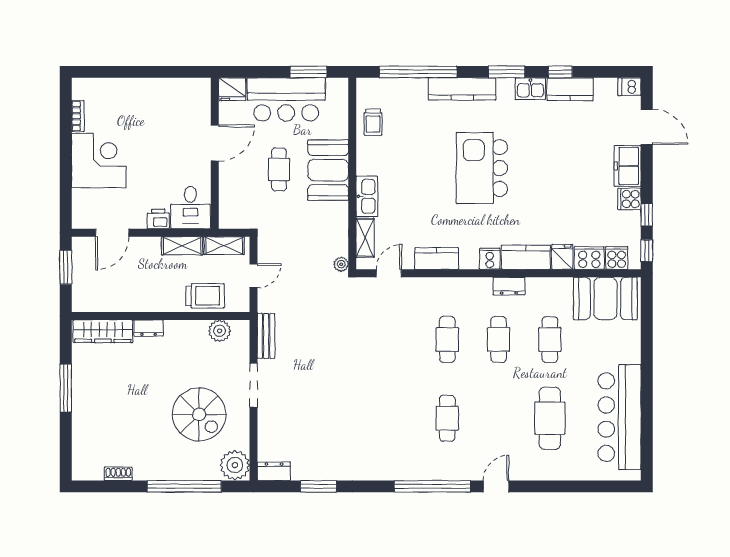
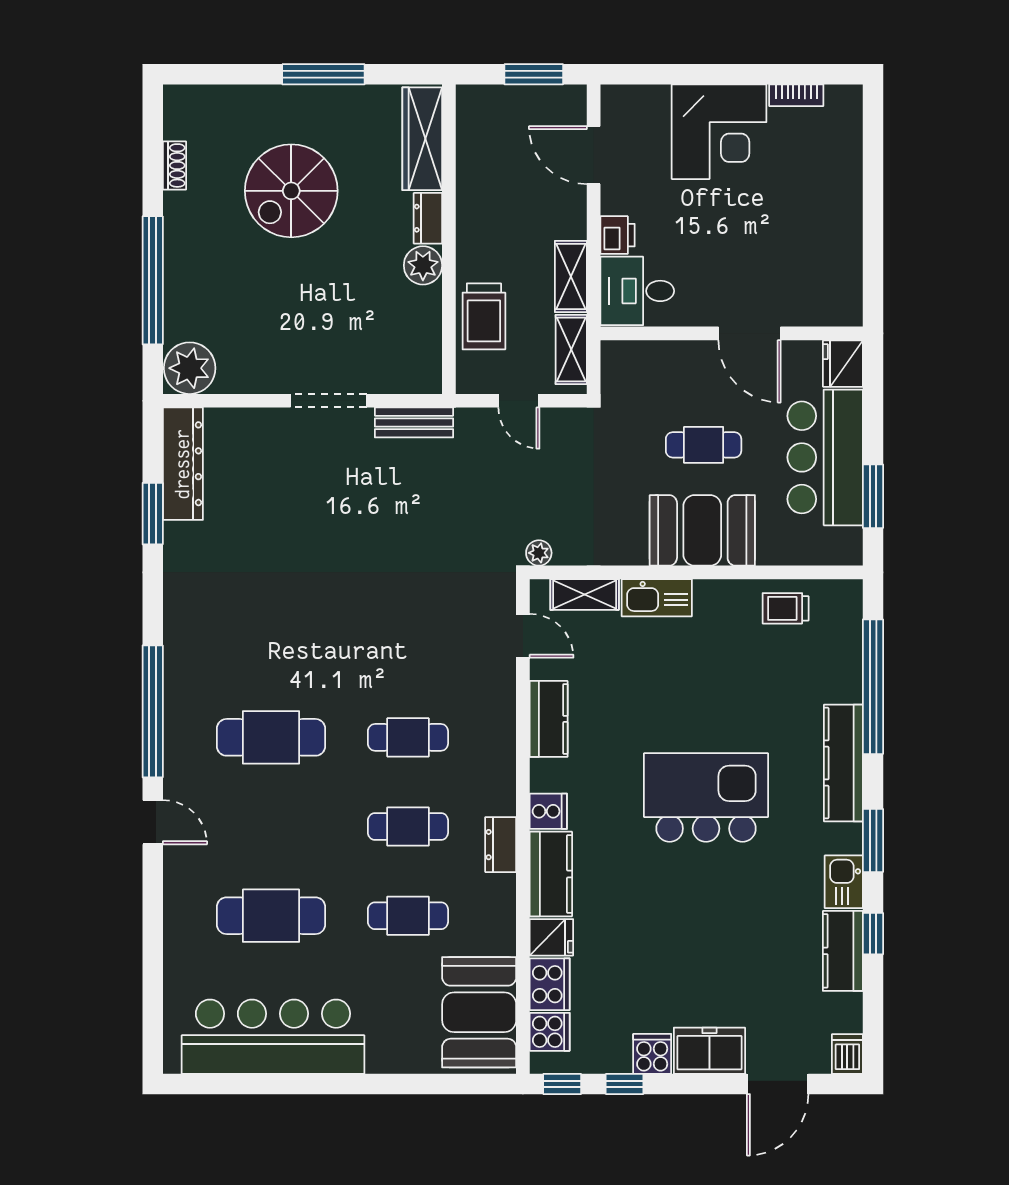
plant: (220, 331) -> (423, 265), moved
spiral stairs: (199, 414) -> (291, 191), moved
cafe table: (447, 418) -> (271, 737), width x1.37, depth x1.35
dresser: (274, 471) -> (183, 464), width x1.96, depth x1.24

